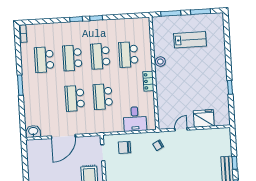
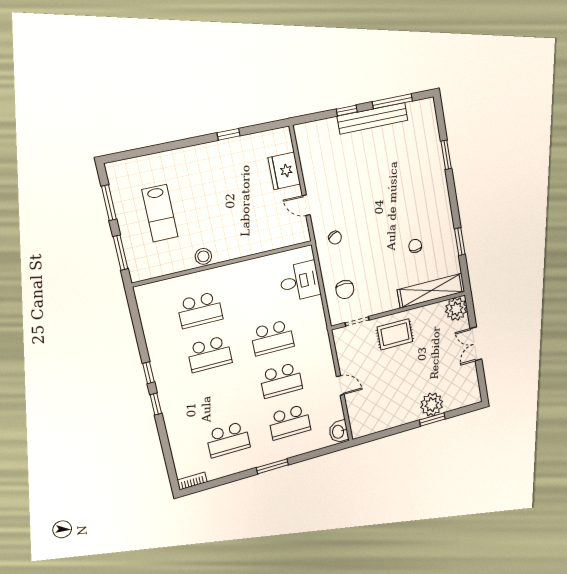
lab bench: (190, 40) -> (160, 213), turned 180
school desk: (72, 58) -> (289, 422), moved
locker: (148, 81) -> (238, 270), removed
door: (63, 136) -> (340, 385), width x0.53

